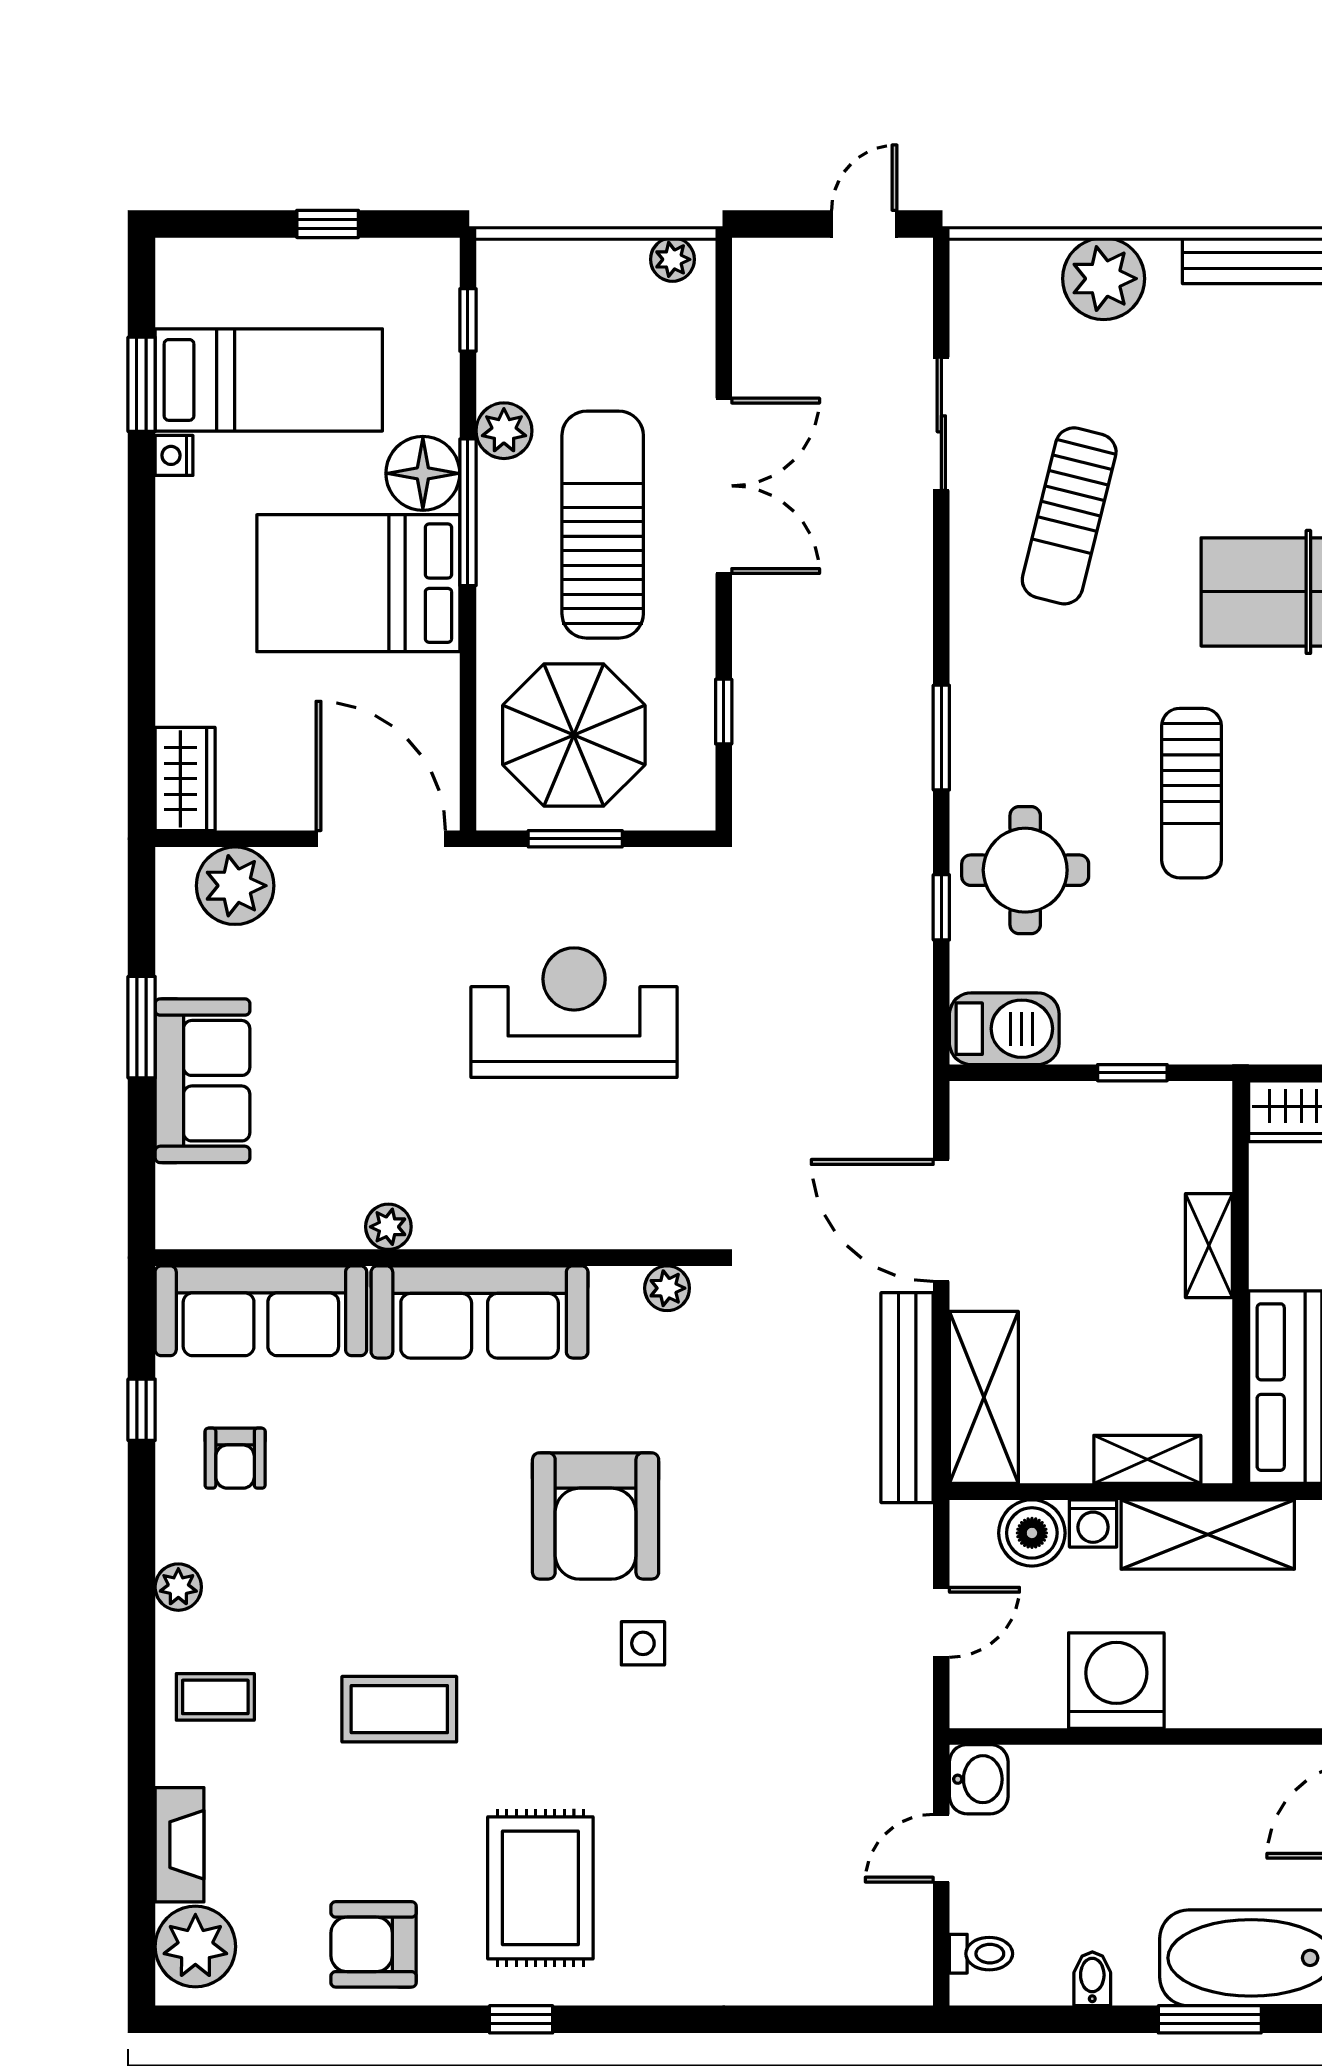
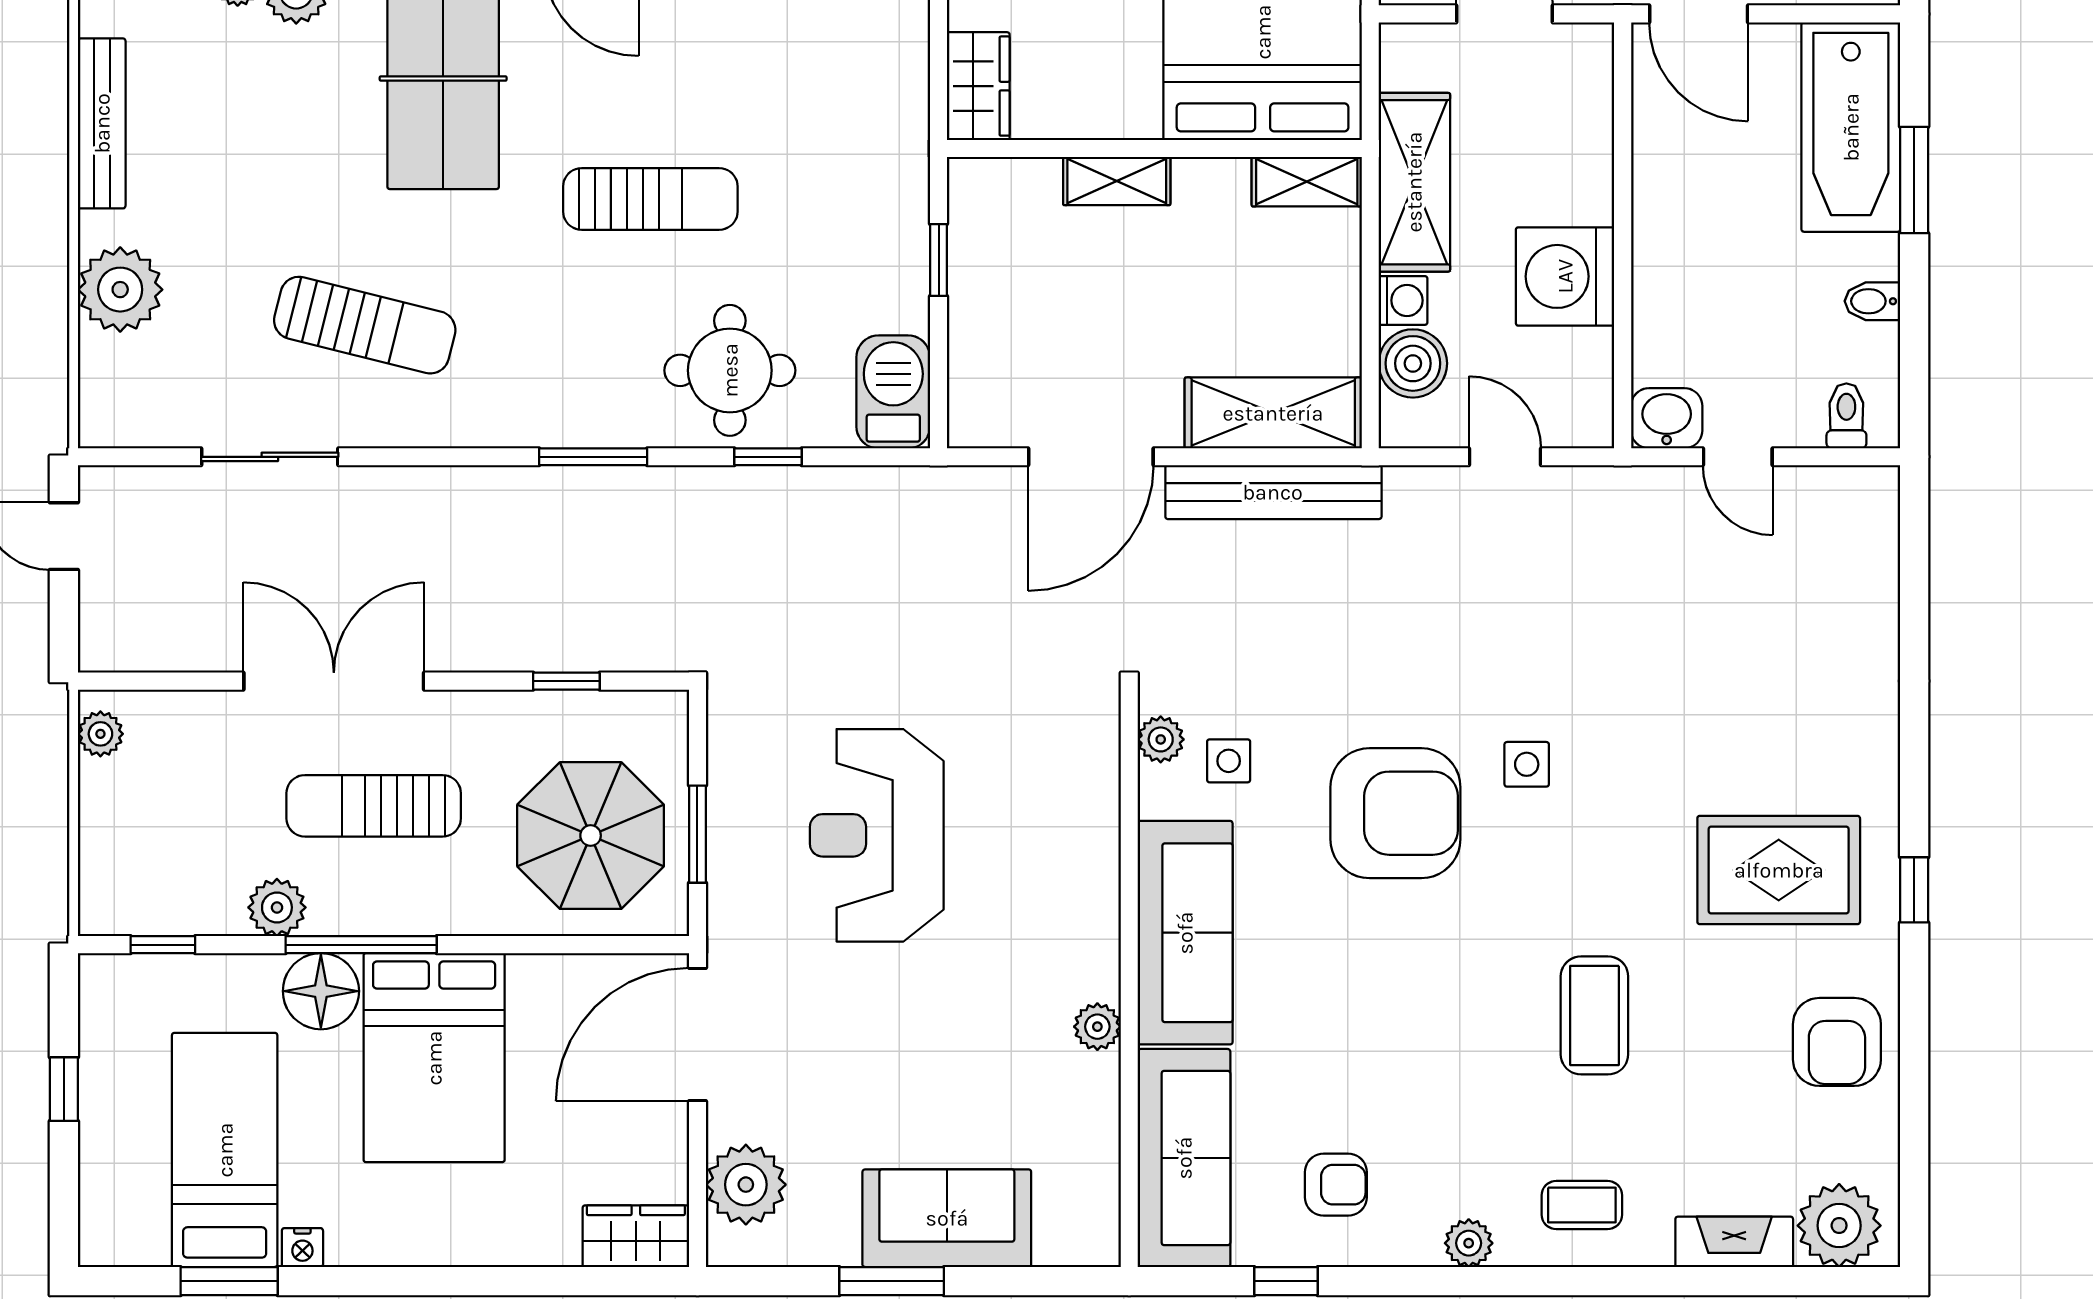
sun lounger: (603, 525) -> (374, 806), width x0.73, depth x0.75
side table: (646, 1354) -> (1229, 761), added
shelving: (1147, 1459) -> (1307, 182), moved, turned 90
coffee table: (215, 1697) -> (1582, 1205), turned 90

